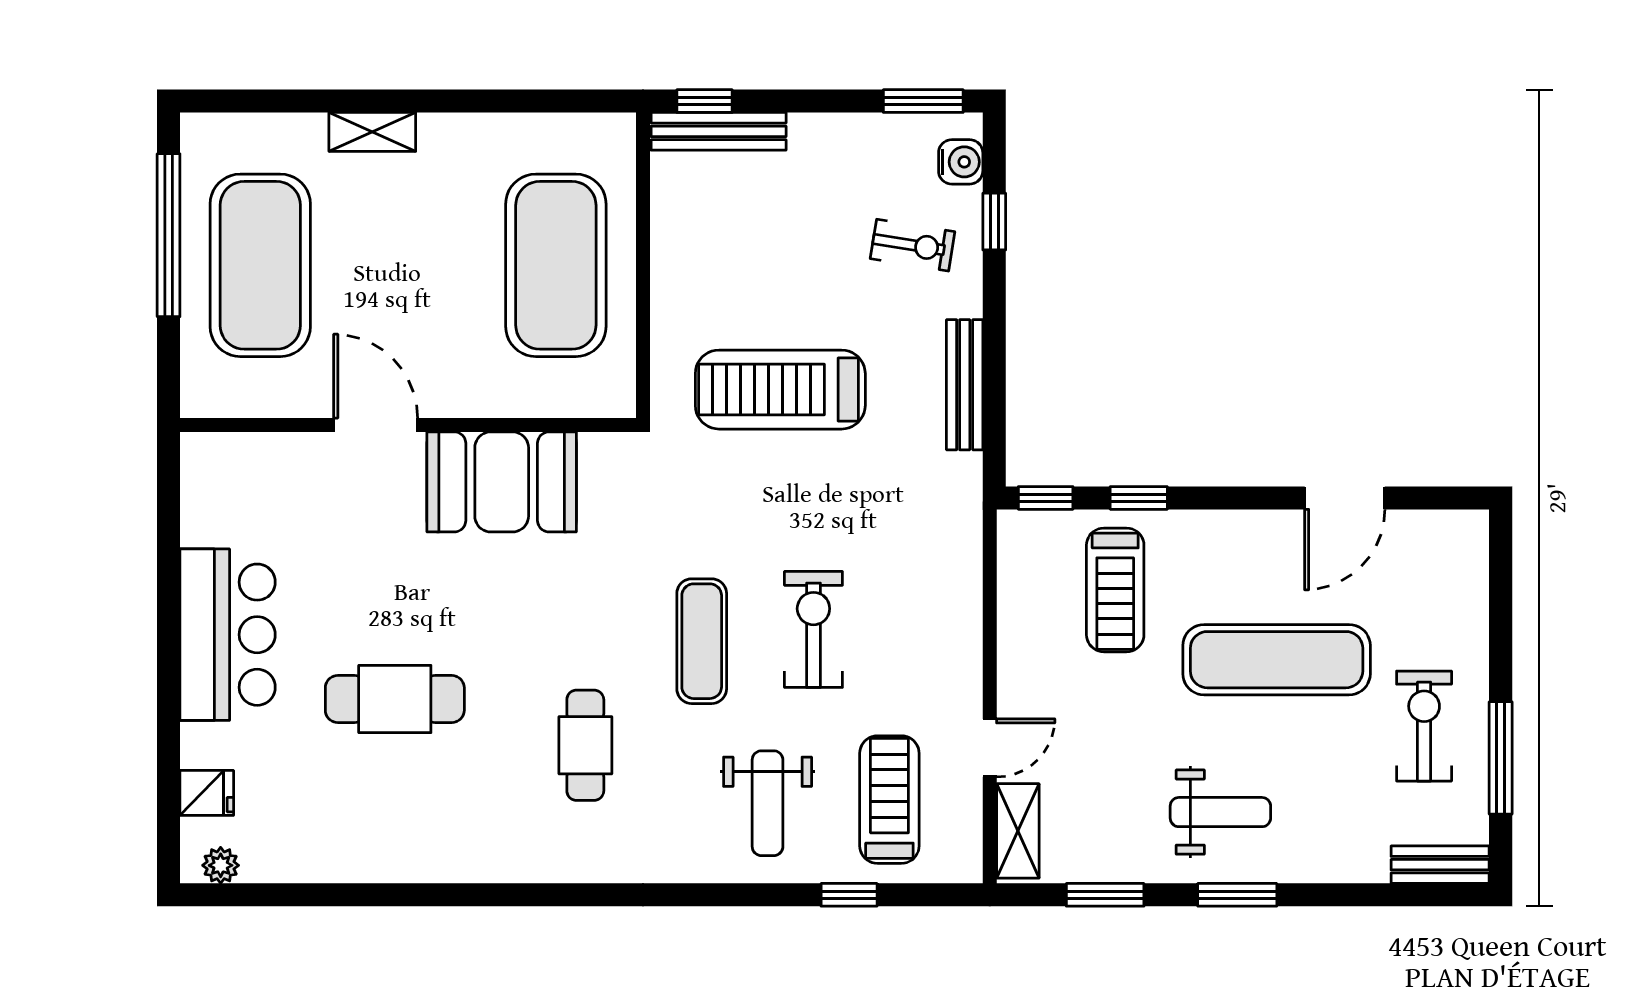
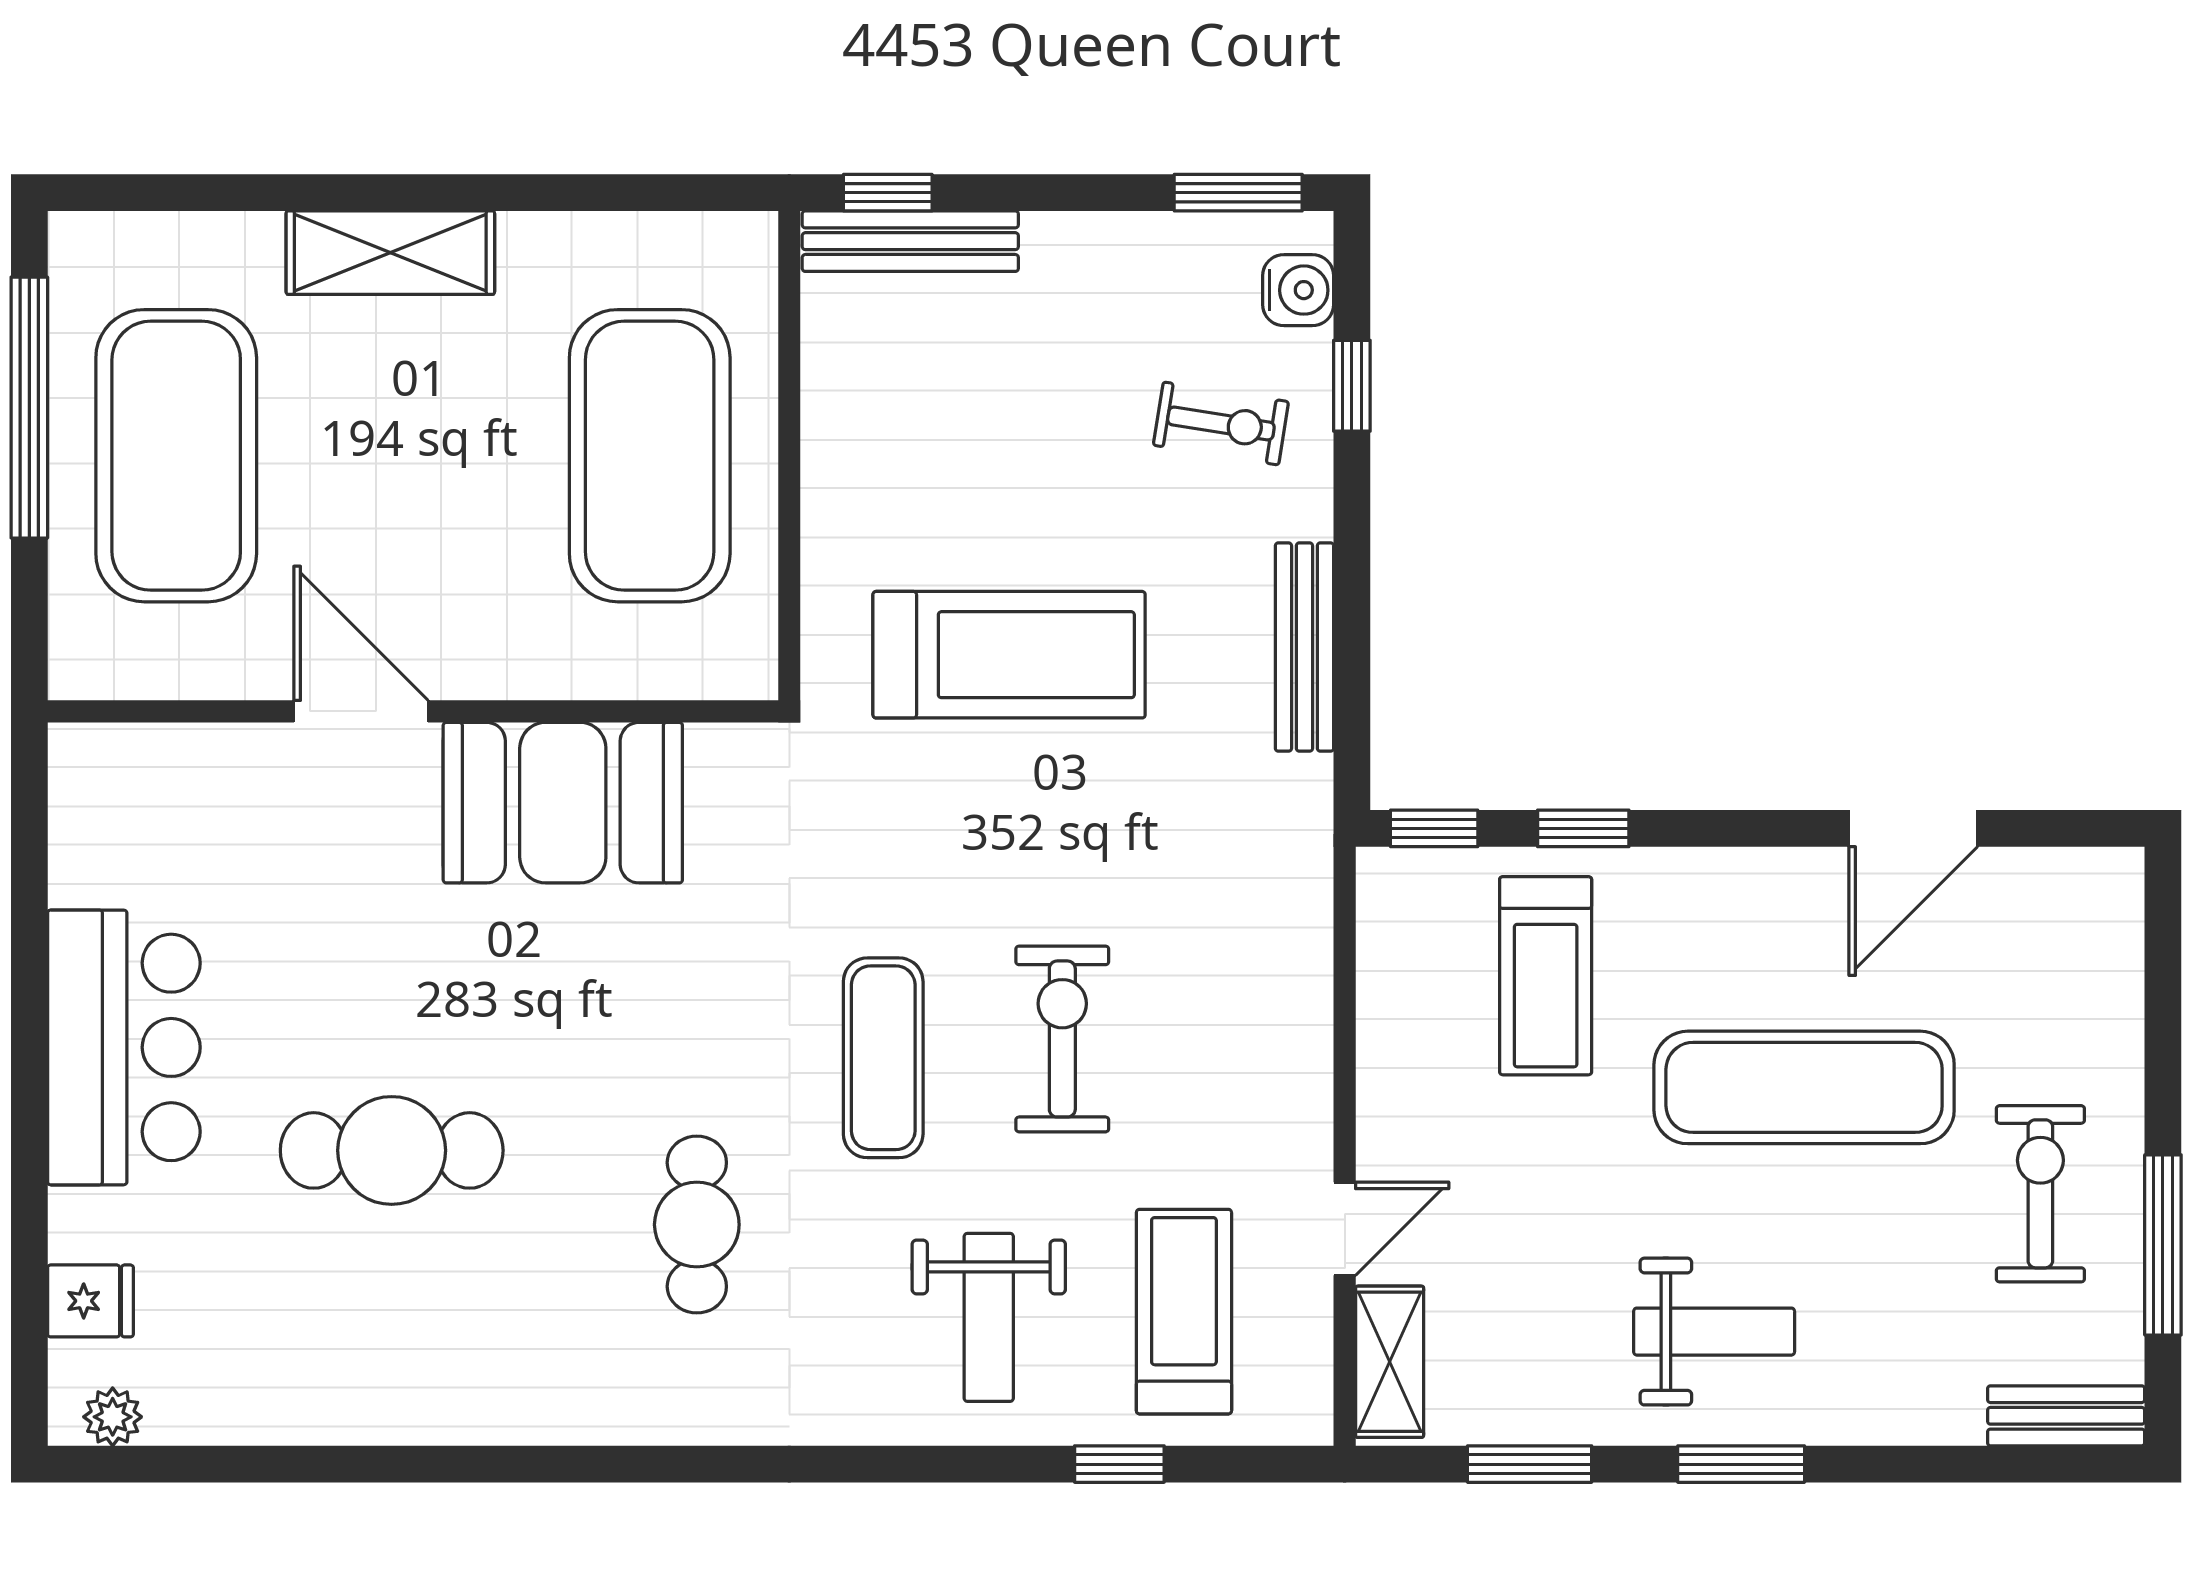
shelving: (372, 132) -> (390, 253), width x1.50, depth x1.33
treadmill: (780, 390) -> (1009, 655), turned 180

